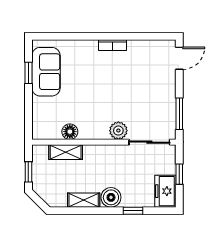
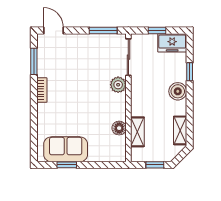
window: (145, 36) -> (34, 61), added
shelving: (84, 200) -> (180, 130), moved

